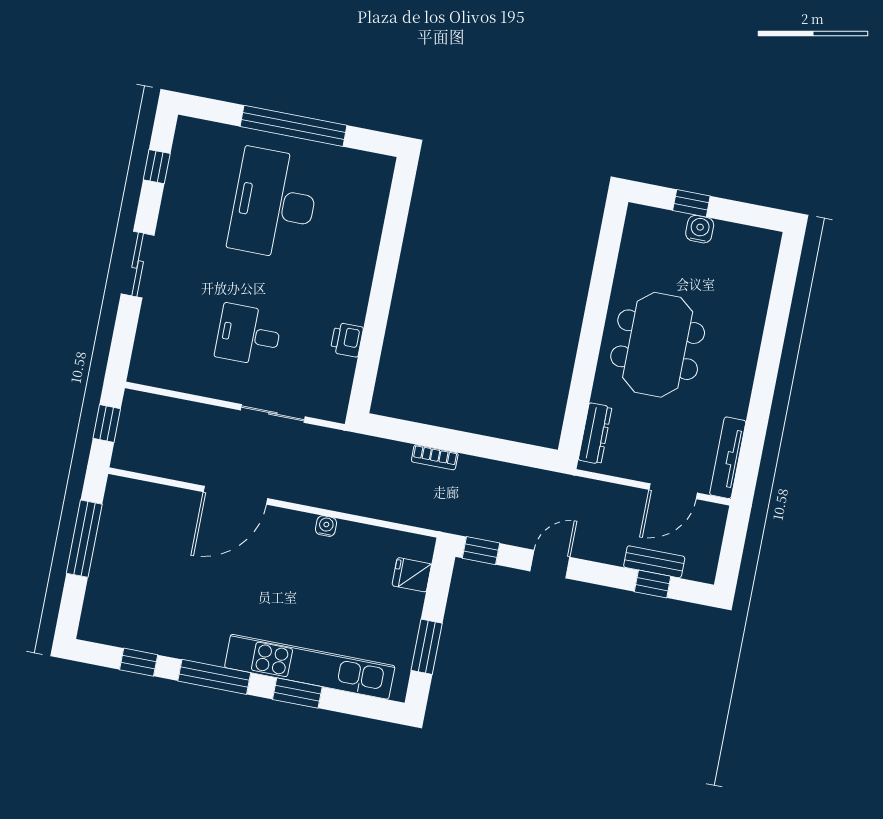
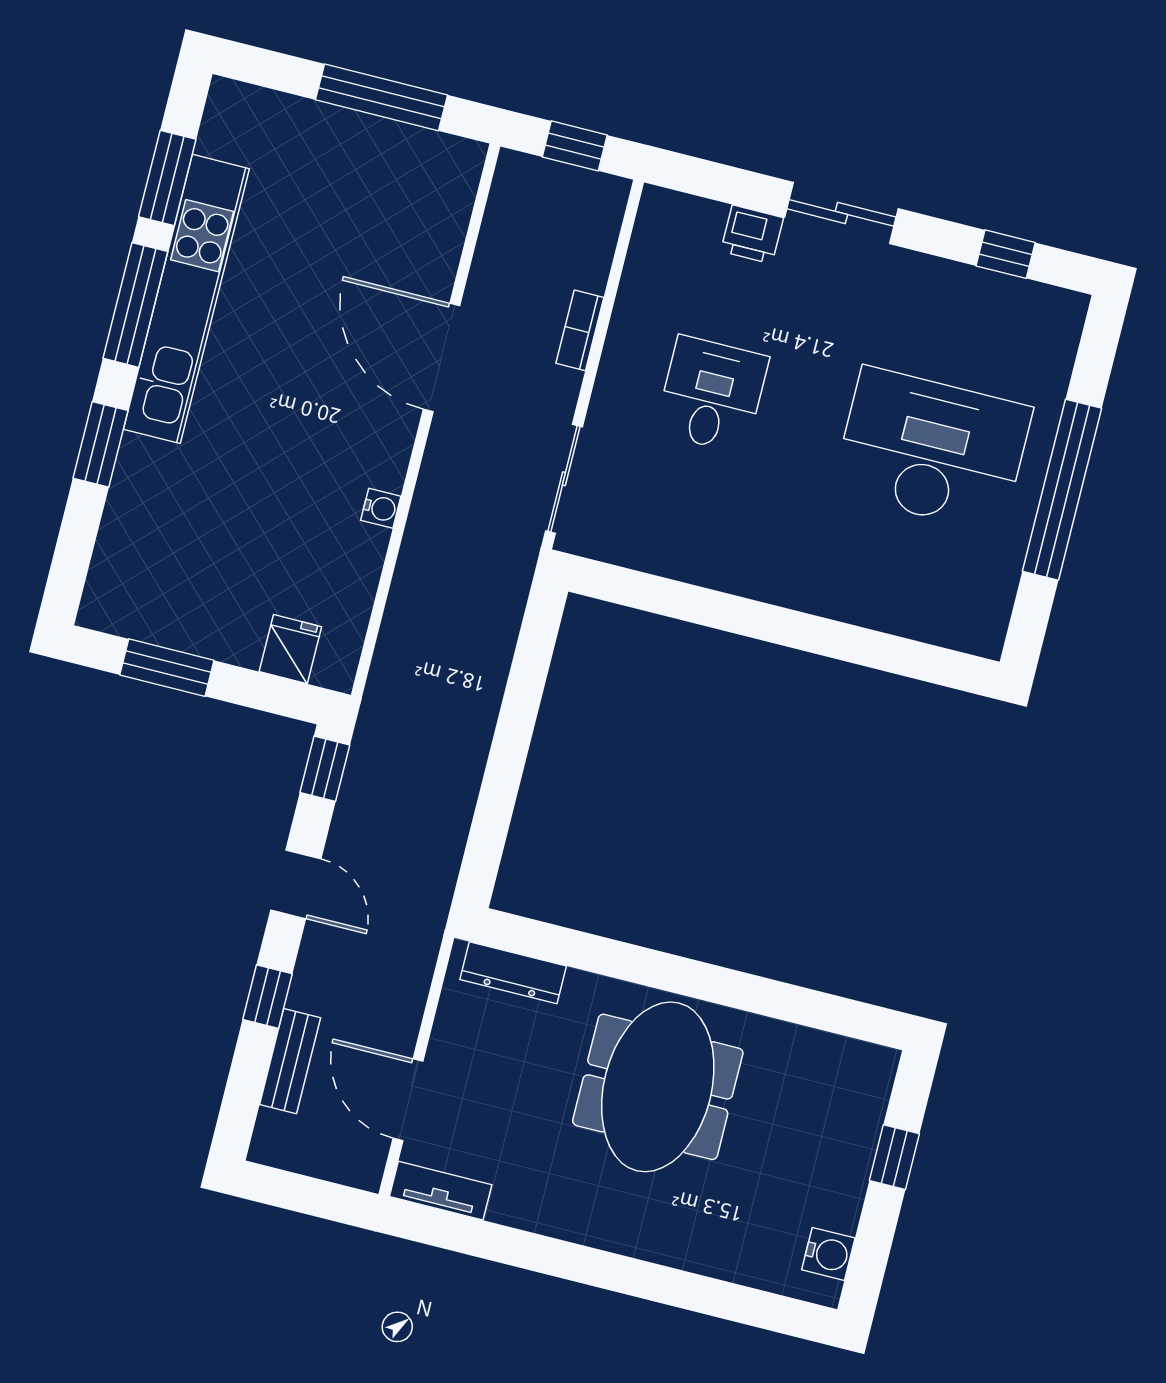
water cooler: (700, 229) -> (828, 1254), moved
printer: (347, 340) -> (752, 234), moved, turned 180
meeting table: (658, 345) -> (658, 1087), turned 90
sliding door: (273, 413) -> (564, 479), moved
bookcase: (435, 457) -> (580, 330), moved
tv unit: (728, 458) -> (441, 1191), width x0.71
window: (653, 584) -> (268, 997), moved
window: (139, 662) -> (167, 178), width x1.50
kitchen unit: (310, 667) -> (186, 299), moved

